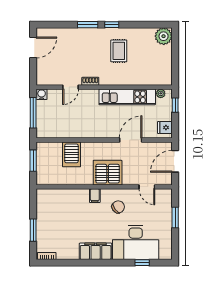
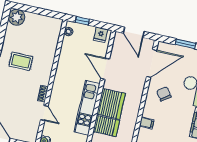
kitchen unit: (127, 97) -> (87, 108), moved, turned 180
server rack: (108, 173) -> (111, 104), moved, turned 180
door: (147, 187) -> (152, 63), width x1.87
filing cabinet: (95, 196) -> (147, 123), moved

